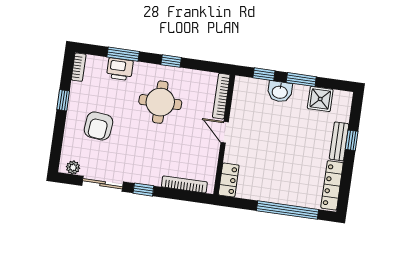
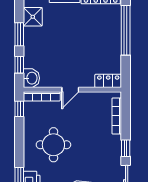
window: (171, 61) -> (19, 109), moved
washbasin: (280, 92) -> (31, 78), moved

